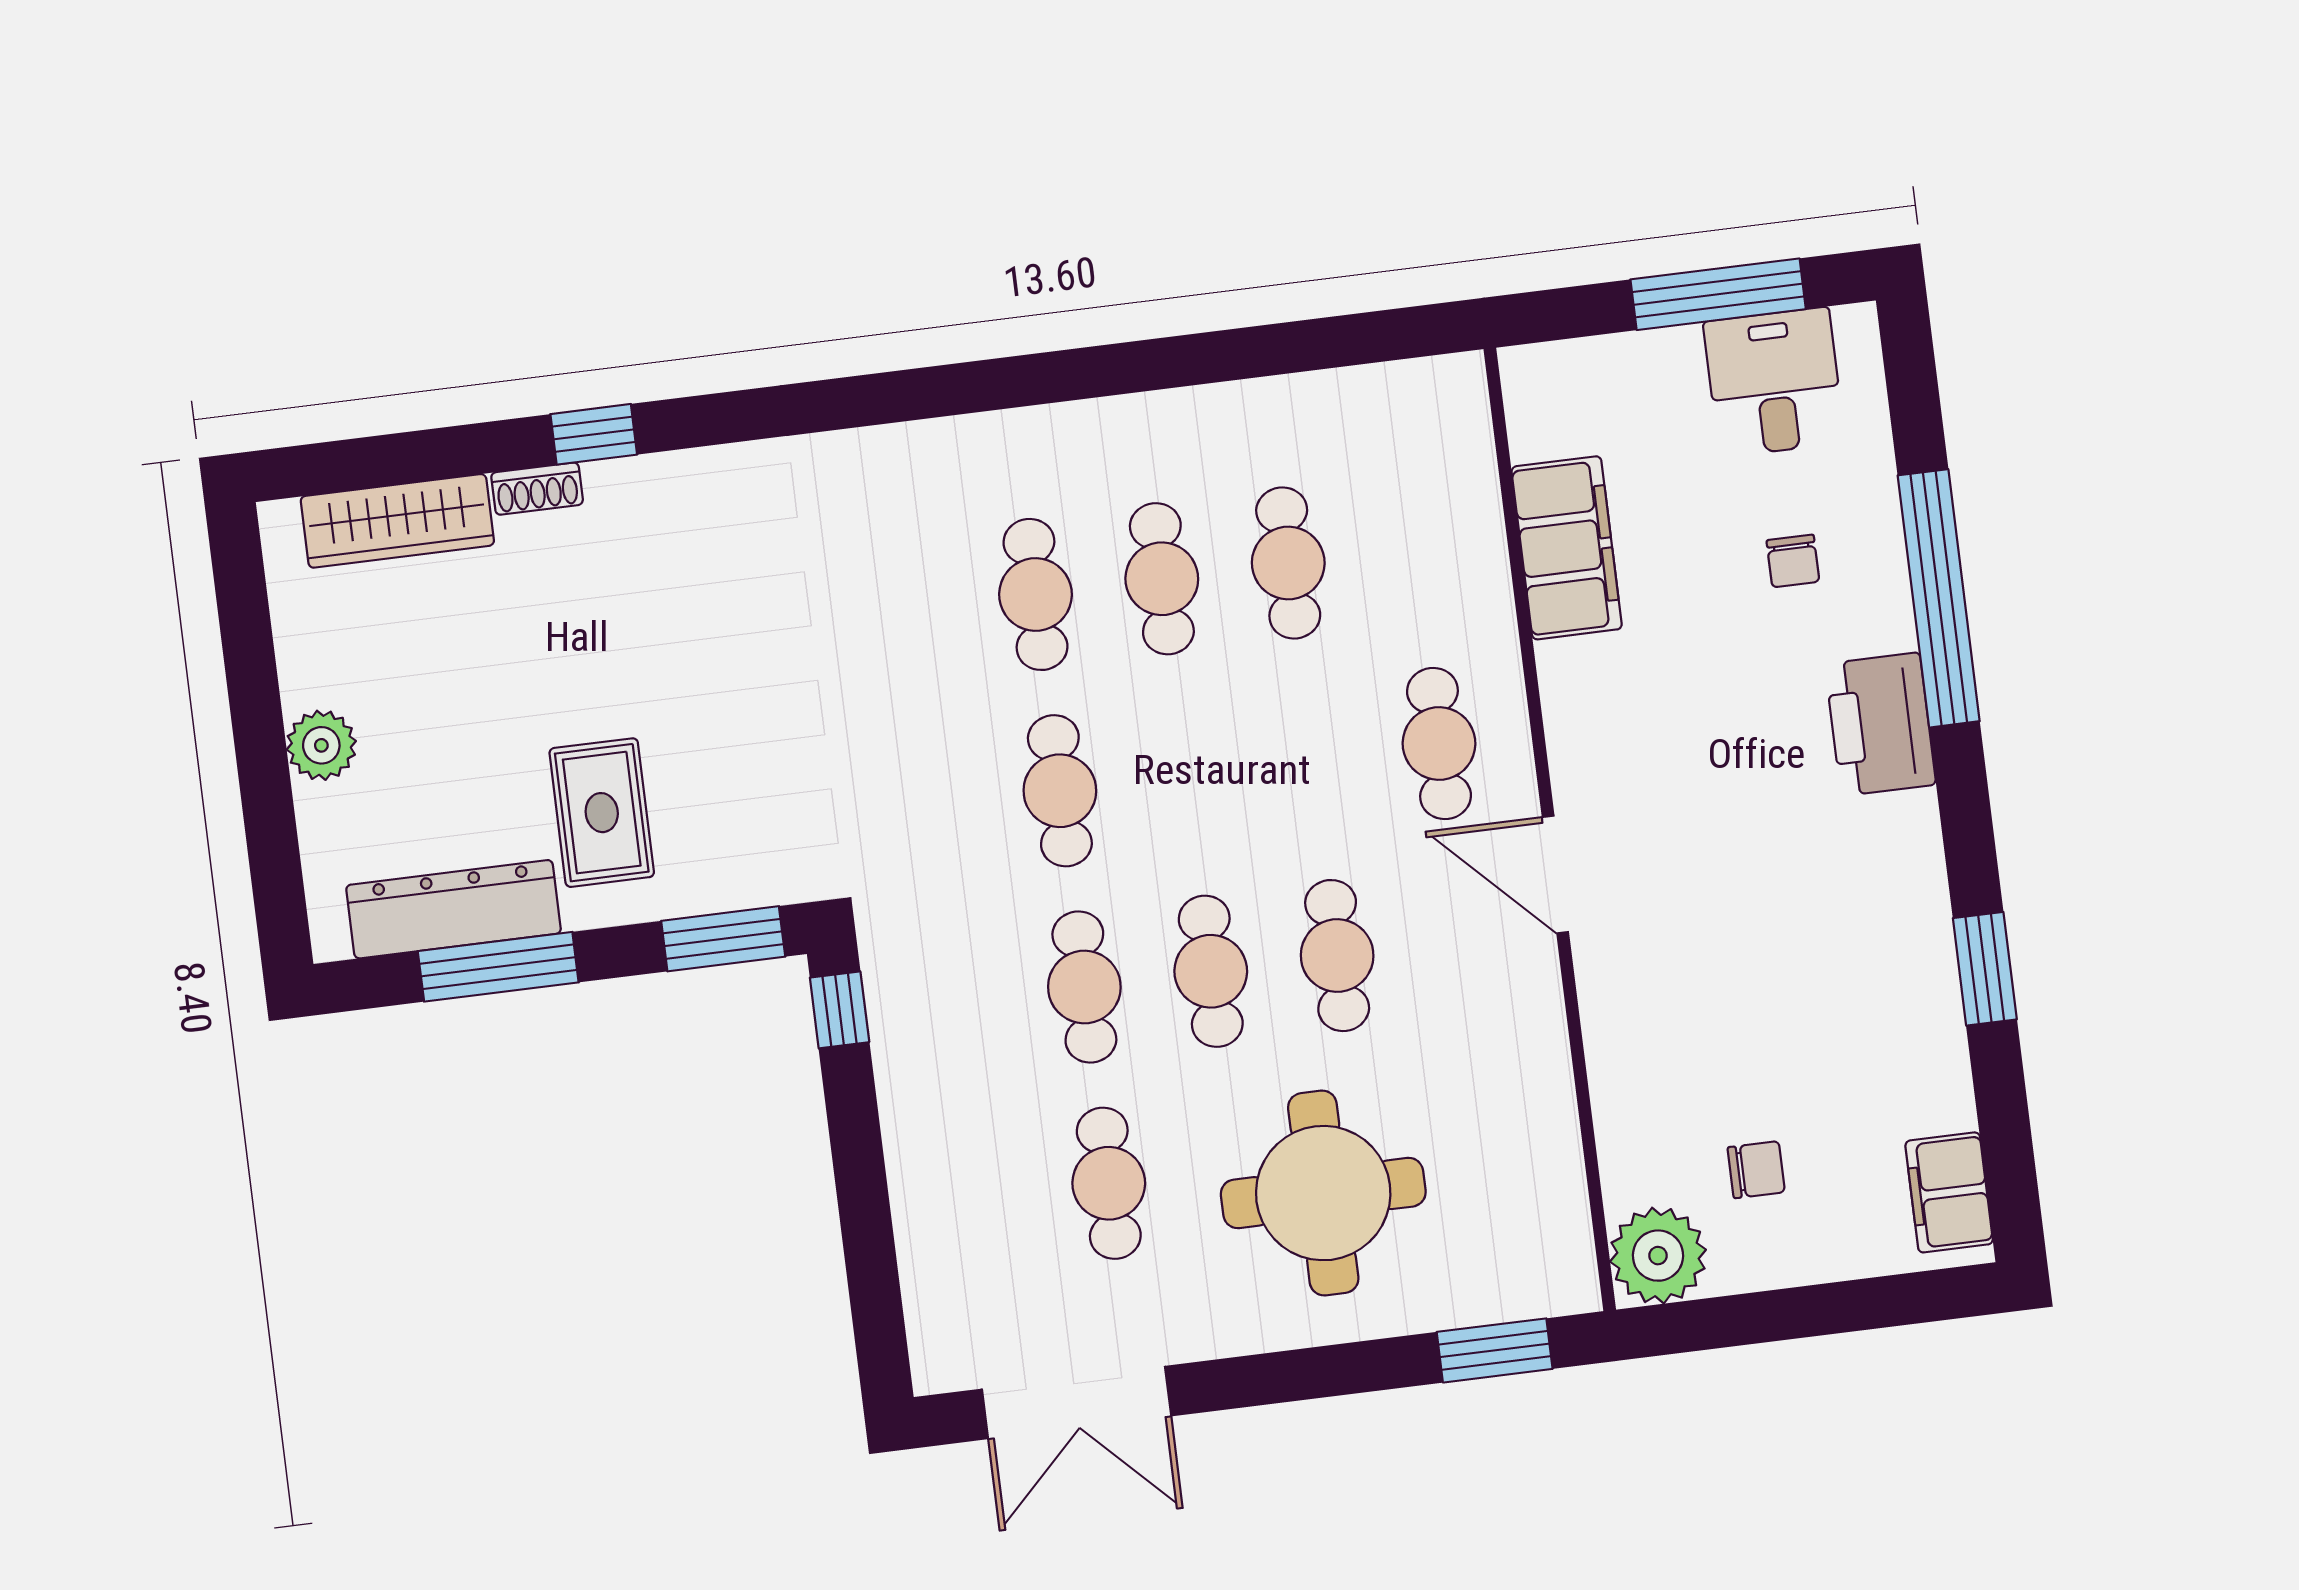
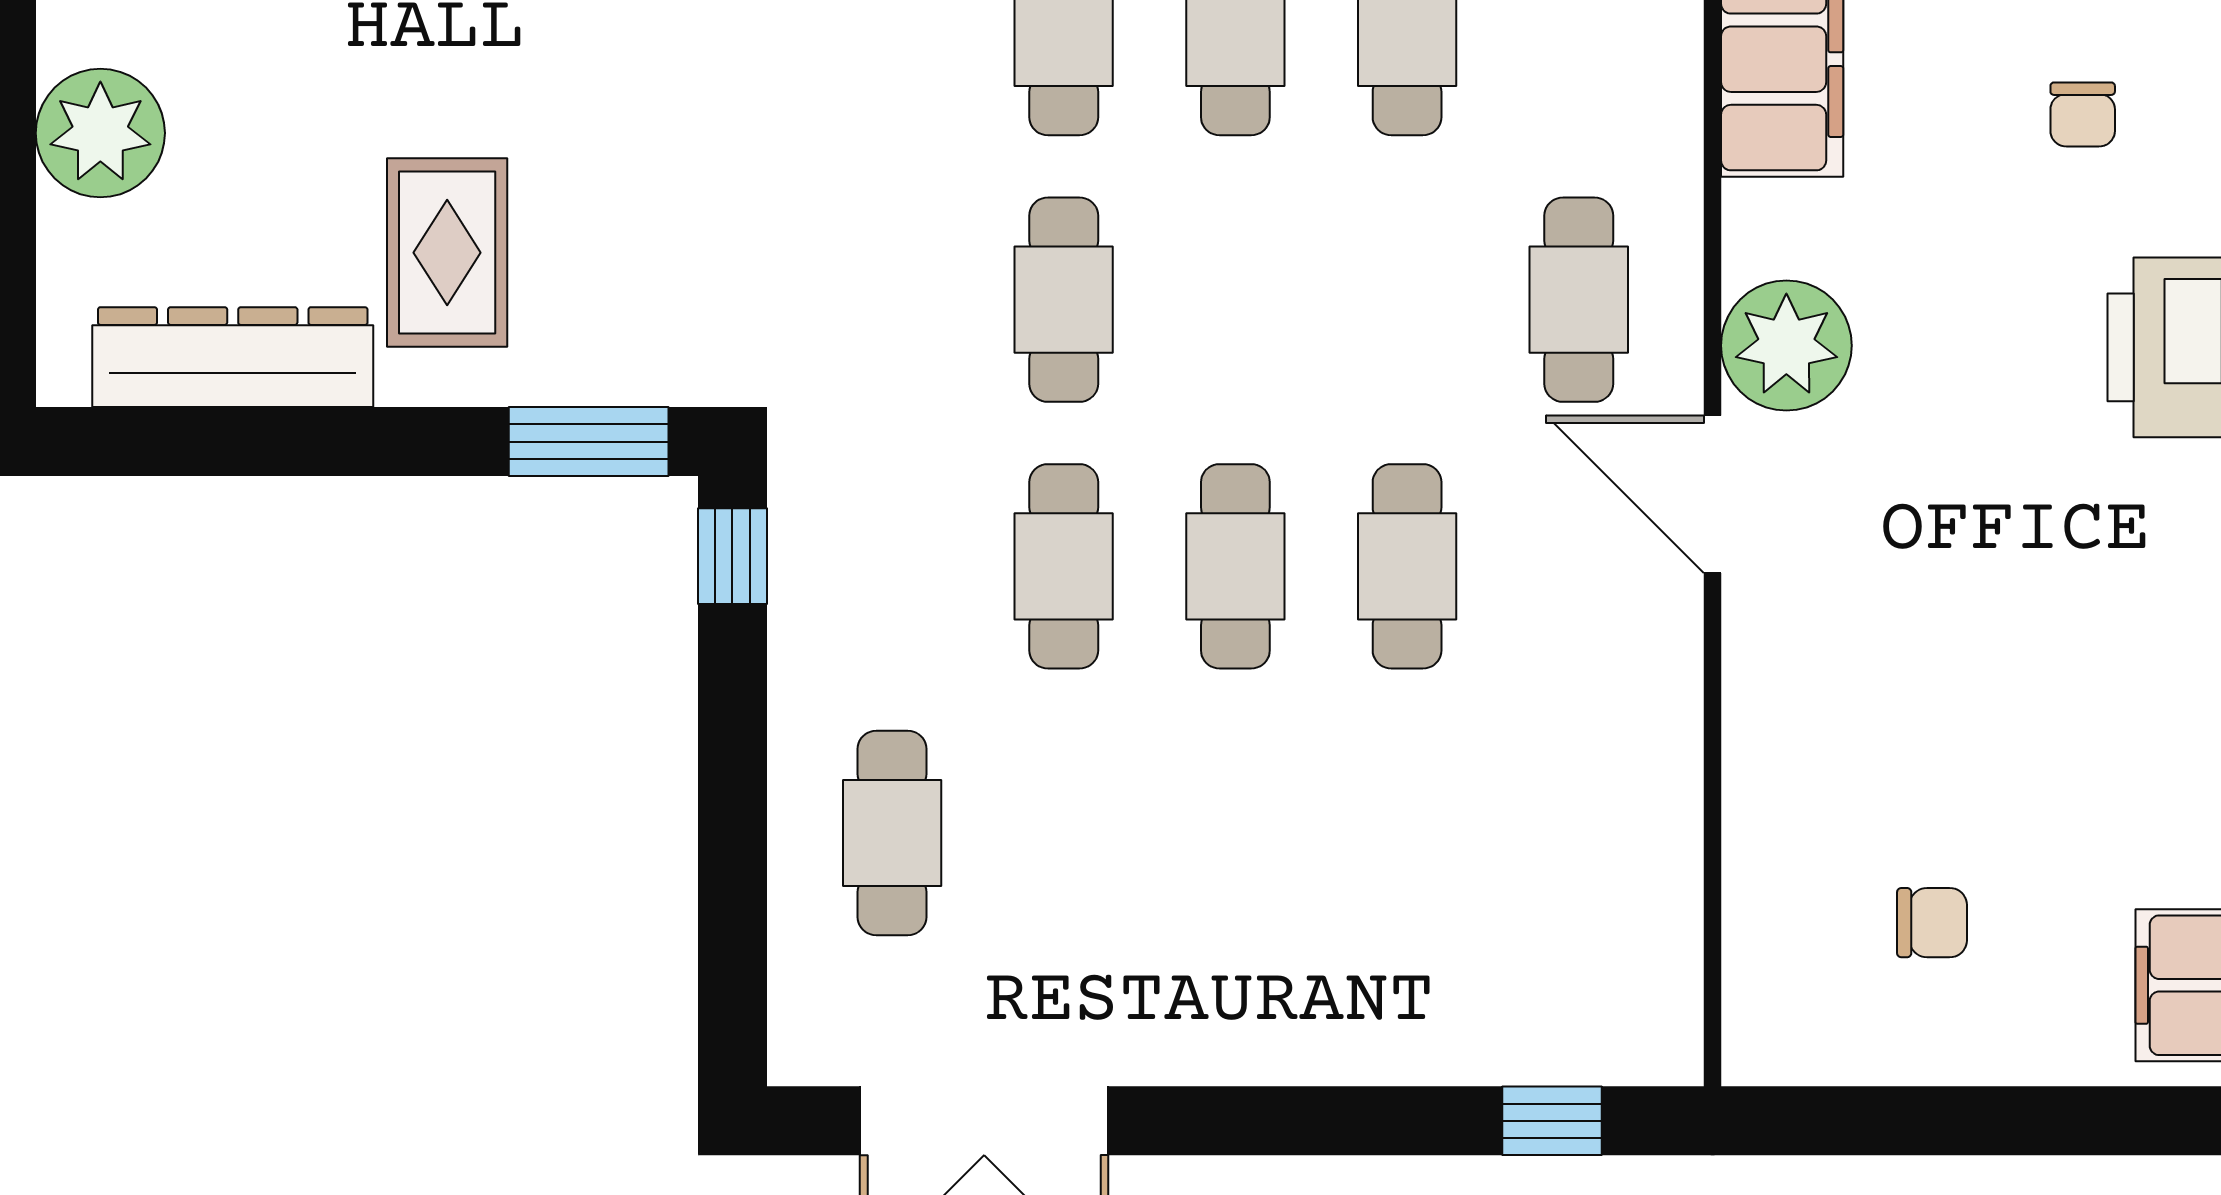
plant: (321, 745) -> (100, 133), width x1.36, depth x1.36
window: (498, 967) -> (283, 442), removed
cafe table: (1109, 1183) -> (892, 833), moved
round table: (1323, 1193) -> (1349, 882), removed
plant: (1658, 1256) -> (1786, 346), moved
window: (1495, 1350) -> (1552, 1121), width x0.67

